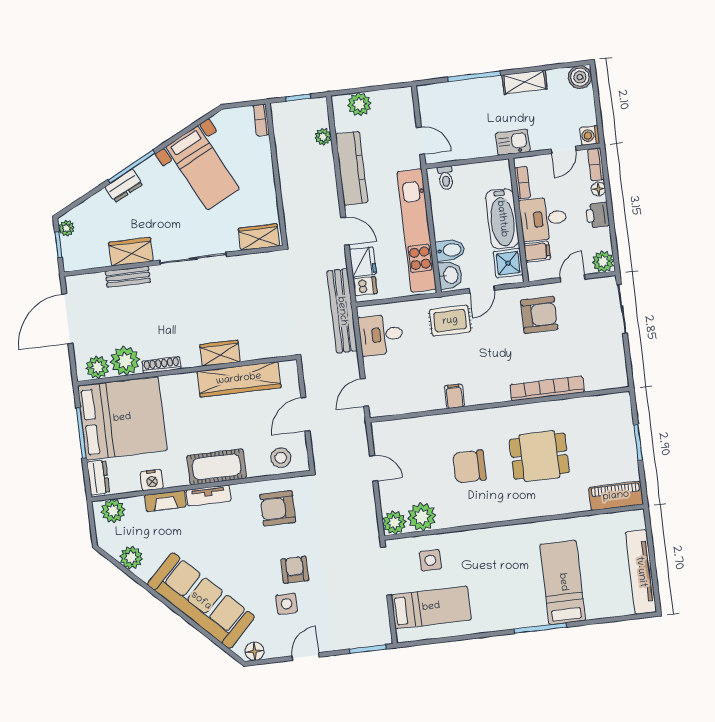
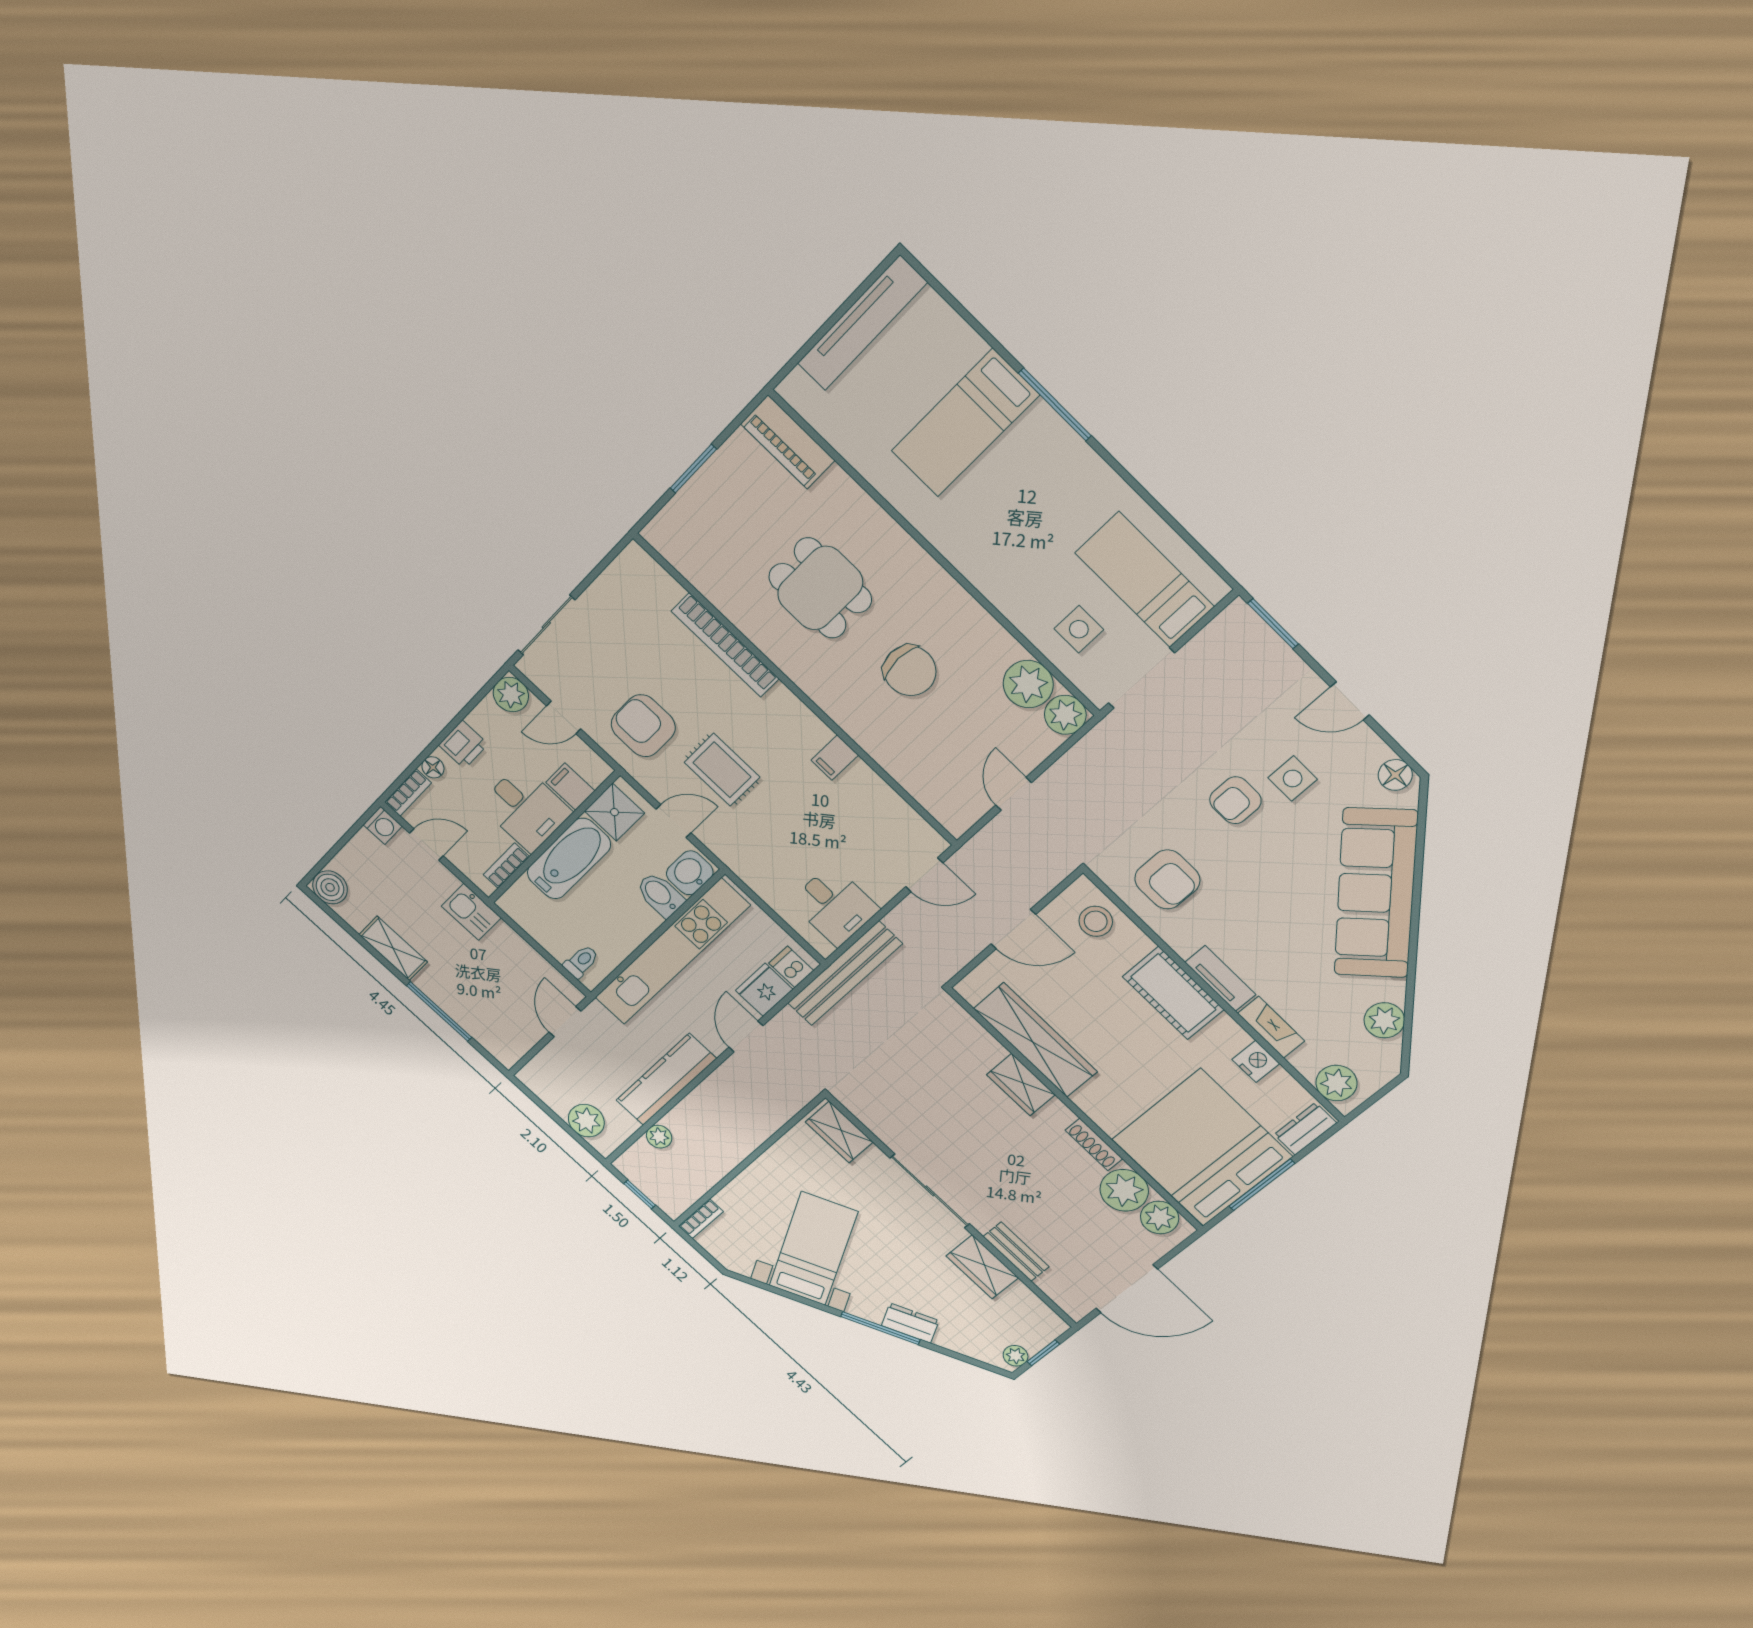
rug: (450, 321) -> (722, 770), moved

